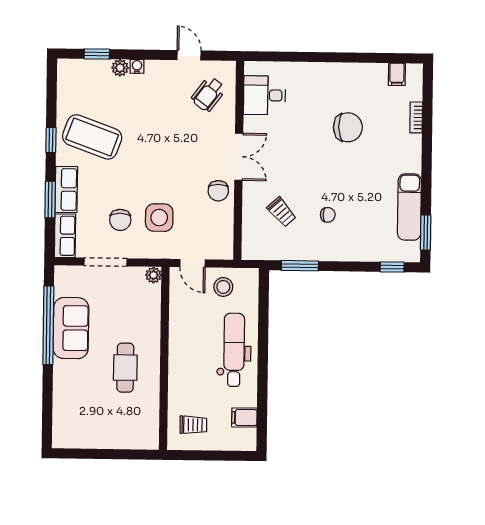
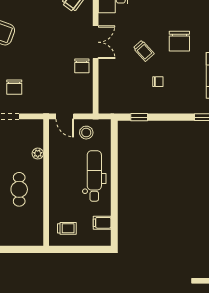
chair: (348, 127) -> (179, 41), moved, turned 92
trolley: (282, 212) -> (144, 51), moved
side table: (159, 218) -> (41, 85), removed
window: (300, 266) -> (139, 117), width x0.67
plant: (153, 275) -> (38, 154), moved

